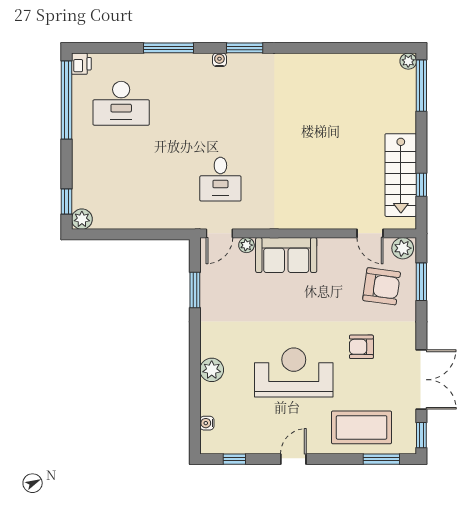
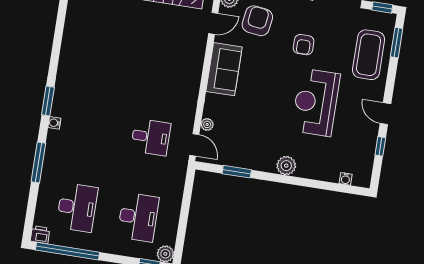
desk: (121, 179) -> (138, 217), added
sofa: (286, 255) -> (224, 69), moved
plant: (212, 370) -> (286, 166), moved
window: (234, 459) -> (380, 146), moved

